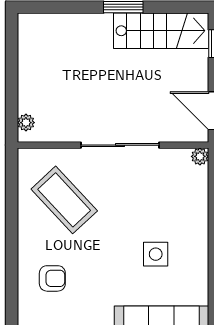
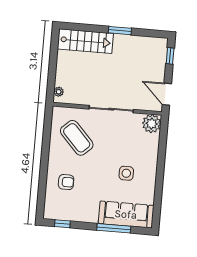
stairs: (161, 31) -> (85, 41), moved
plant: (200, 156) -> (152, 124), width x1.87, depth x1.87

